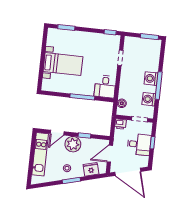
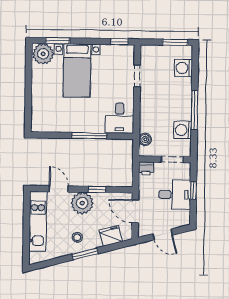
plant: (55, 36) -> (43, 54), added
bed with nightstands: (63, 64) -> (77, 70), moved, turned 90
washing machine: (151, 79) -> (183, 68), moved
door: (57, 133) -> (59, 189), swing flipped
door: (110, 154) -> (135, 211), hinge flipped
door: (128, 172) -> (163, 234), width x0.53

